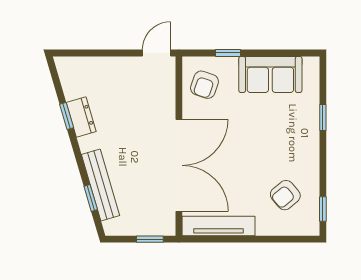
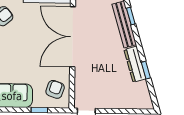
dresser: (81, 117) -> (135, 64), width x1.44

